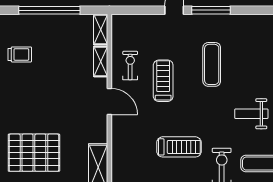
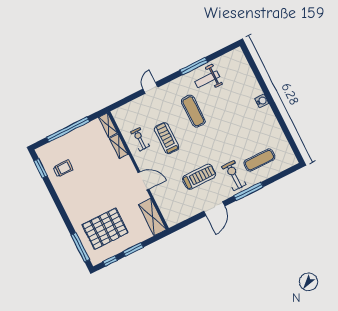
window: (211, 10) -> (194, 66), moved
door: (109, 101) -> (144, 181), moved
weight bench: (251, 114) -> (207, 79), moved

